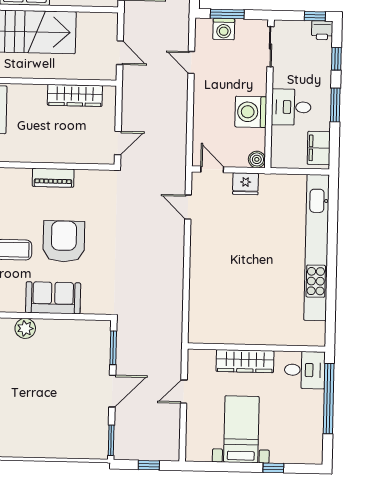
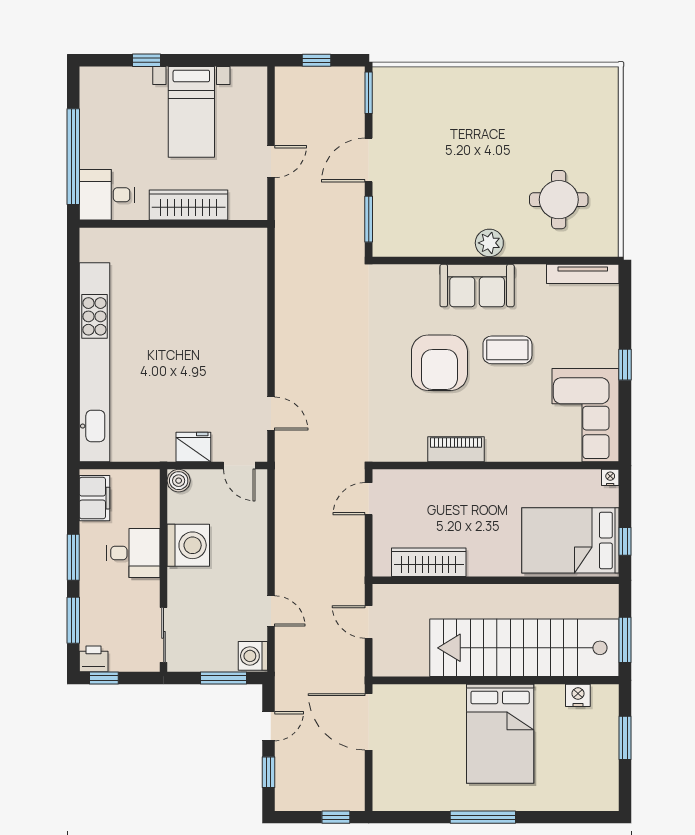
washing machine: (224, 29) -> (253, 656), moved, turned -90
window: (336, 59) -> (73, 620), width x1.50
sofa: (53, 298) -> (477, 286), moved

